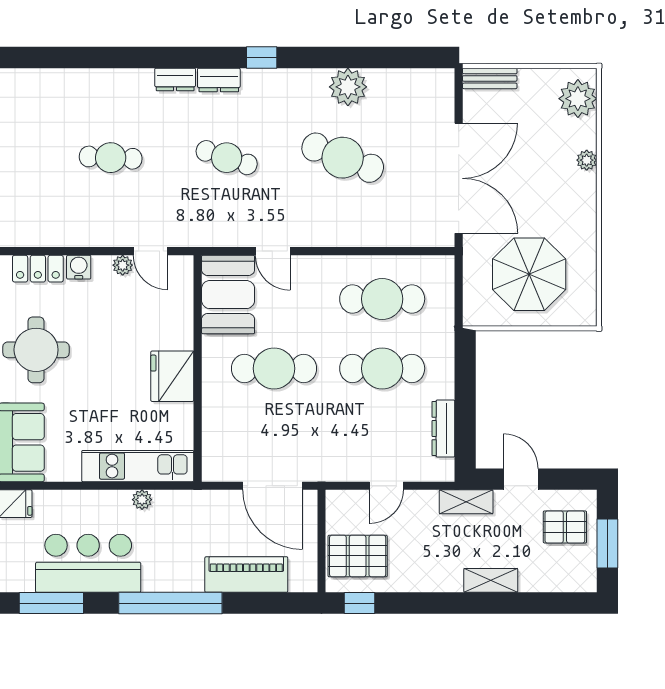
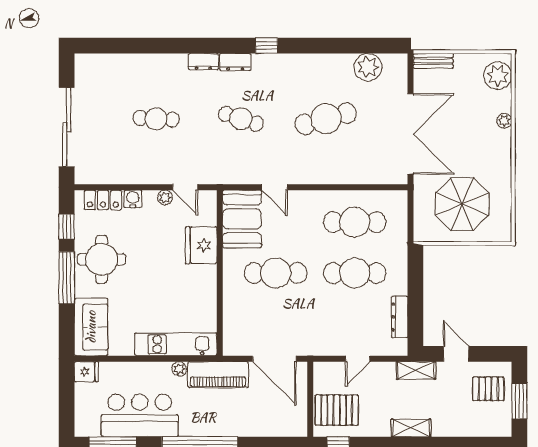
plant: (348, 87) -> (368, 67), moved
cafe table: (343, 158) -> (326, 119), turned -36
fridge: (172, 376) -> (201, 245), moved
piano: (246, 575) -> (218, 375), moved, turned 180
shelving: (491, 580) -> (411, 428), moved

